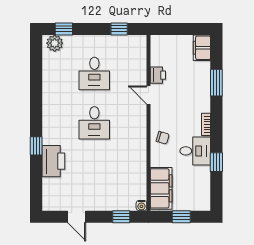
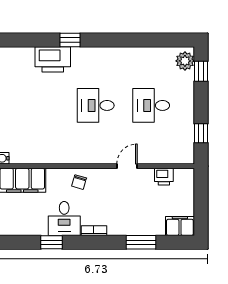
printer: (158, 75) -> (164, 177), moved

